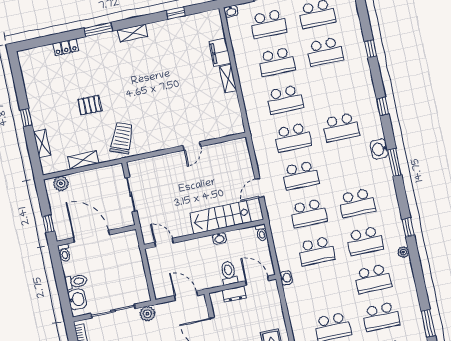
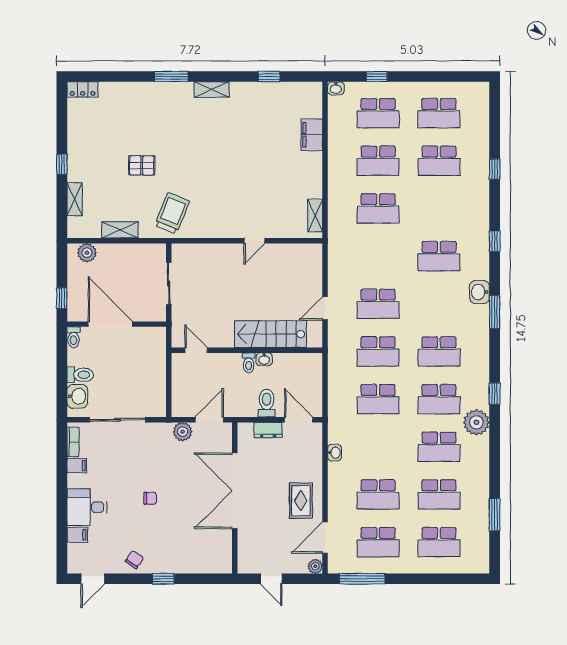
locker: (66, 47) -> (83, 90), moved
shelving: (228, 79) -> (315, 216), moved
school desk: (293, 138) -> (378, 256), removed
toilet: (261, 233) -> (249, 363), moved
plant: (403, 252) -> (476, 422), width x1.87, depth x1.87
washbasin: (286, 278) -> (335, 453), moved
door: (186, 296) -> (209, 420), hinge flipped
plant: (147, 314) -> (183, 432), moved

